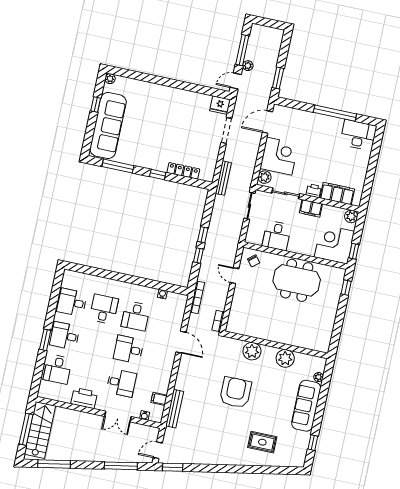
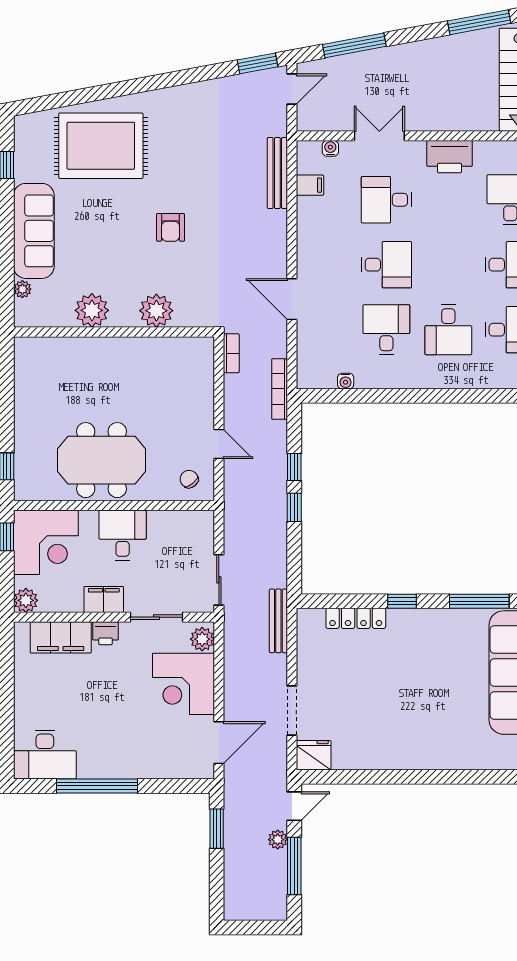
desk: (277, 236) -> (123, 535), moved
armchair: (235, 392) -> (171, 227), width x0.53, depth x0.53
rug: (262, 442) -> (101, 146), width x1.86, depth x2.06

